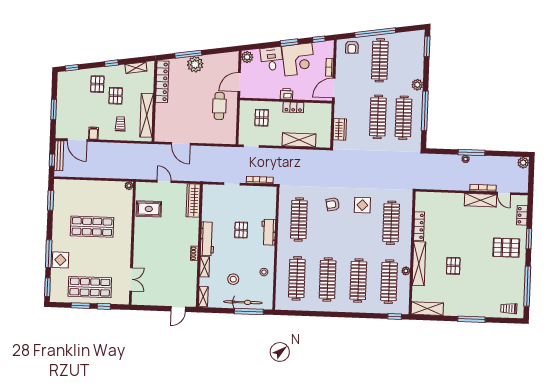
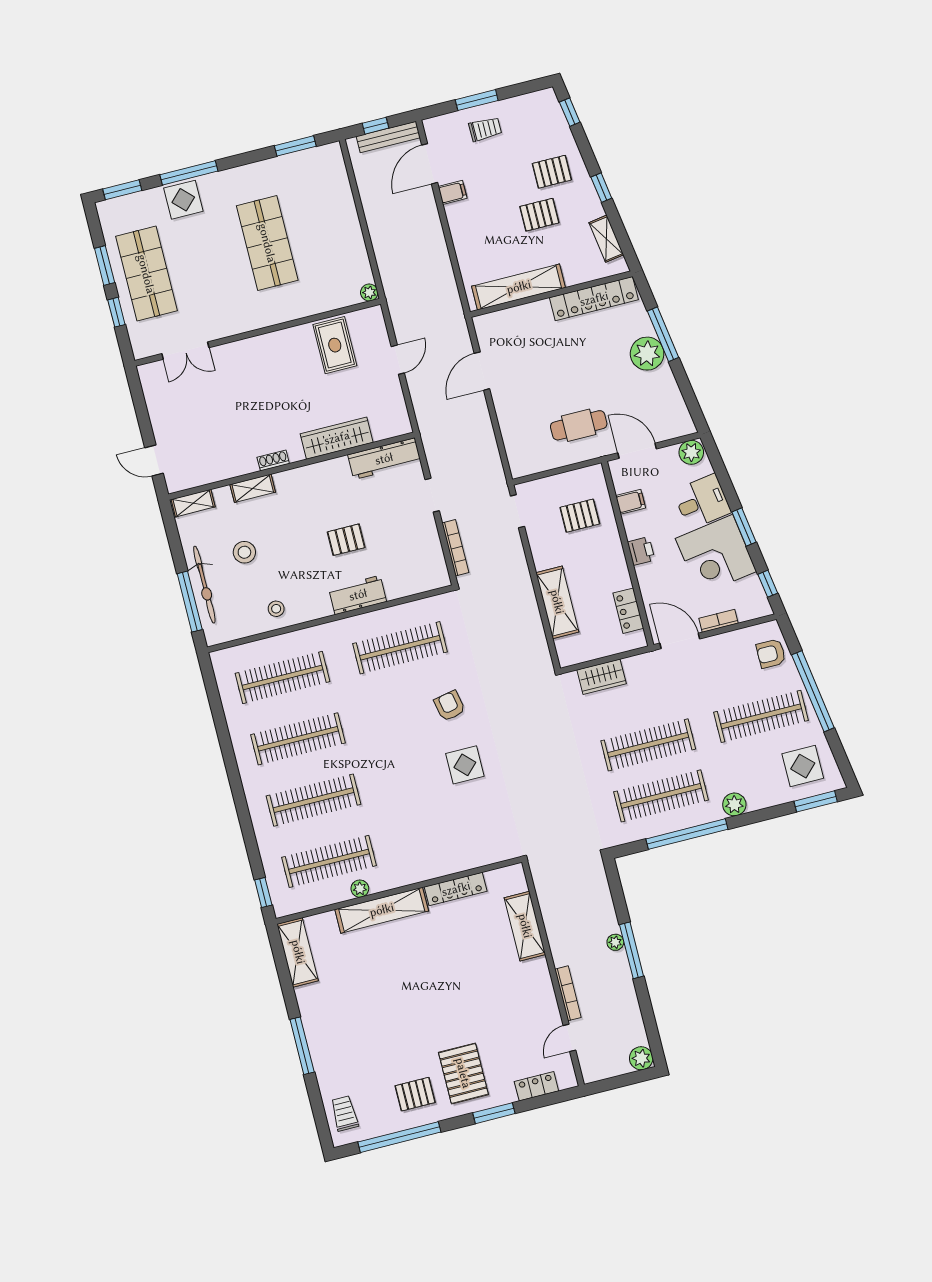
display table: (409, 48) -> (803, 766), added
filing cabinet: (262, 92) -> (631, 502), added
locker: (293, 107) -> (628, 611), moved
trolley: (120, 124) -> (485, 129), moved
wardrobe: (193, 200) -> (337, 438), moved
shelving: (481, 200) -> (525, 926), moved
clothes rail: (391, 223) -> (447, 832), removed
workbench: (207, 239) -> (384, 459), moved
pallet: (453, 266) -> (415, 1094), moved

